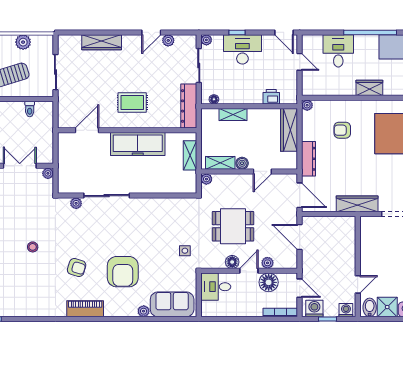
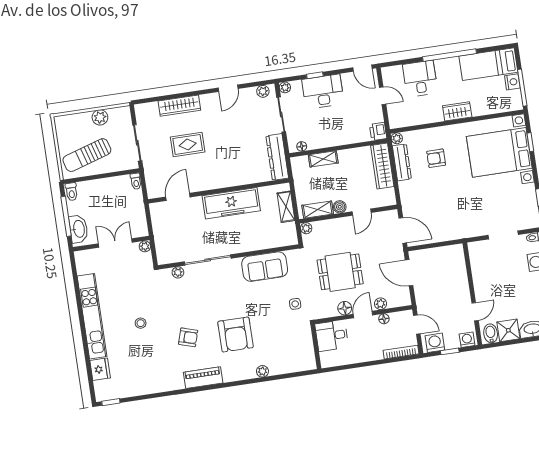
plant: (168, 40) -> (263, 91), moved
printer: (271, 97) -> (378, 132), moved, turned -90
rug: (132, 103) -> (188, 144), moved
toilet: (30, 109) -> (136, 181), moved
dresser: (309, 159) -> (402, 162), moved
wardrobe: (357, 204) -> (462, 231), removed
floor lamp: (269, 282) -> (384, 319), width x0.53, depth x0.53
sofa: (172, 304) -> (265, 267), moved, turned 180

